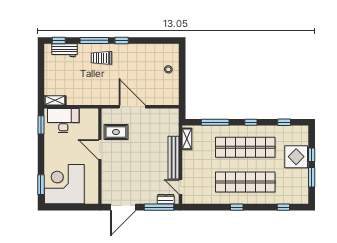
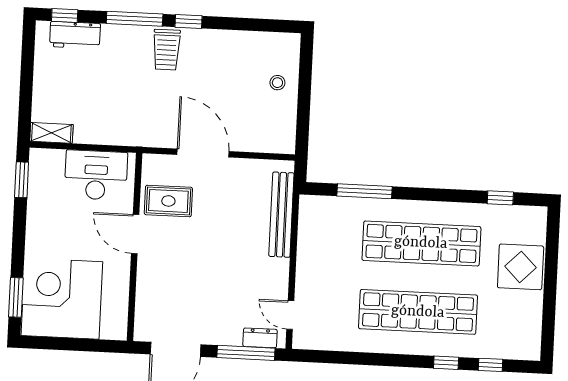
trolley: (101, 58) -> (166, 50), moved, turned -90
desk: (63, 121) -> (96, 175), moved
window: (251, 122) -> (435, 195), removed
shelving: (187, 139) -> (307, 221), removed
window: (312, 155) -> (551, 265), removed
bench: (174, 158) -> (281, 215), moved
window: (312, 177) -> (549, 309), removed
window: (237, 207) -> (446, 363), moved

